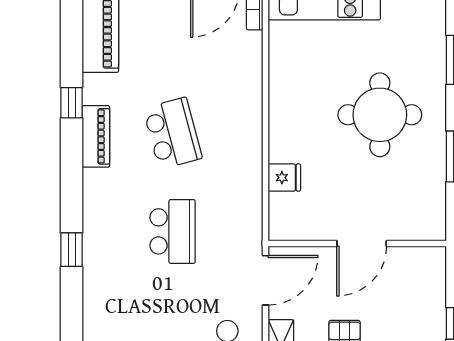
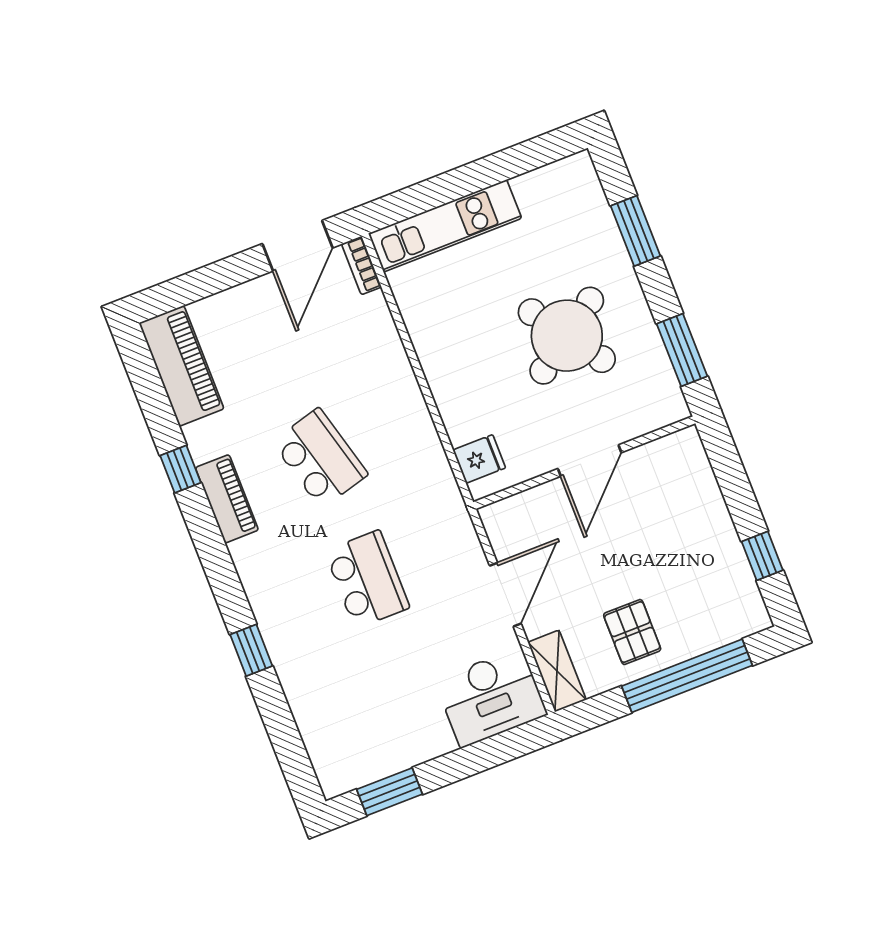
round table: (380, 115) -> (567, 336), turned -35
wall: (357, 243) -> (584, 463), moved
door: (362, 243) -> (590, 461), moved

